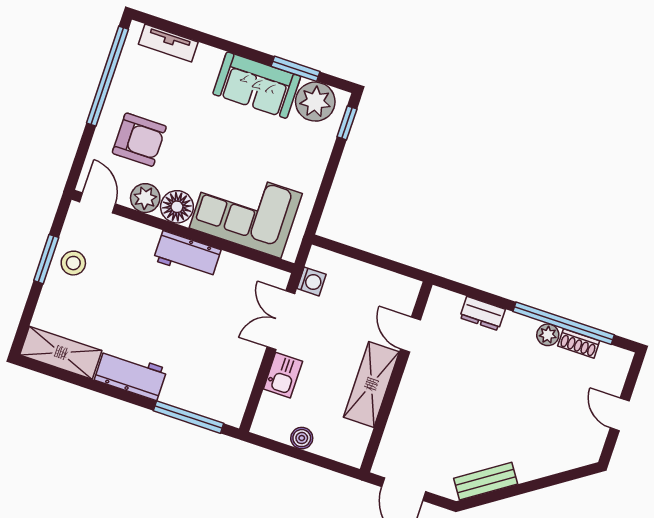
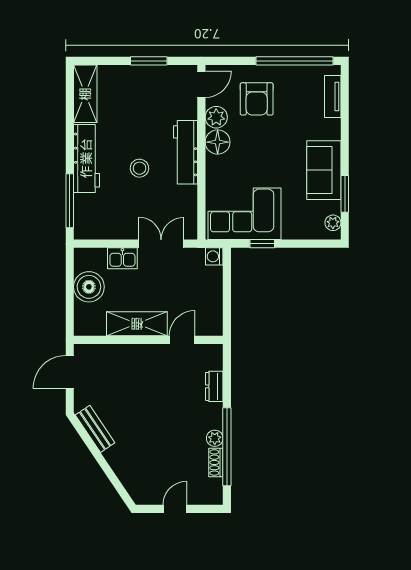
plant: (315, 102) -> (333, 223), width x0.53, depth x0.53
window: (347, 123) -> (262, 244), moved
corner sofa: (246, 211) -> (245, 214), moved, turned -90
workbench: (187, 255) -> (185, 152), width x1.38
stool: (73, 263) -> (139, 168), moved
washing machine: (312, 281) -> (214, 256), moved, turned 90
workbench: (131, 374) -> (86, 158), width x1.37
boiler: (302, 438) -> (89, 287), width x1.86, depth x1.86

